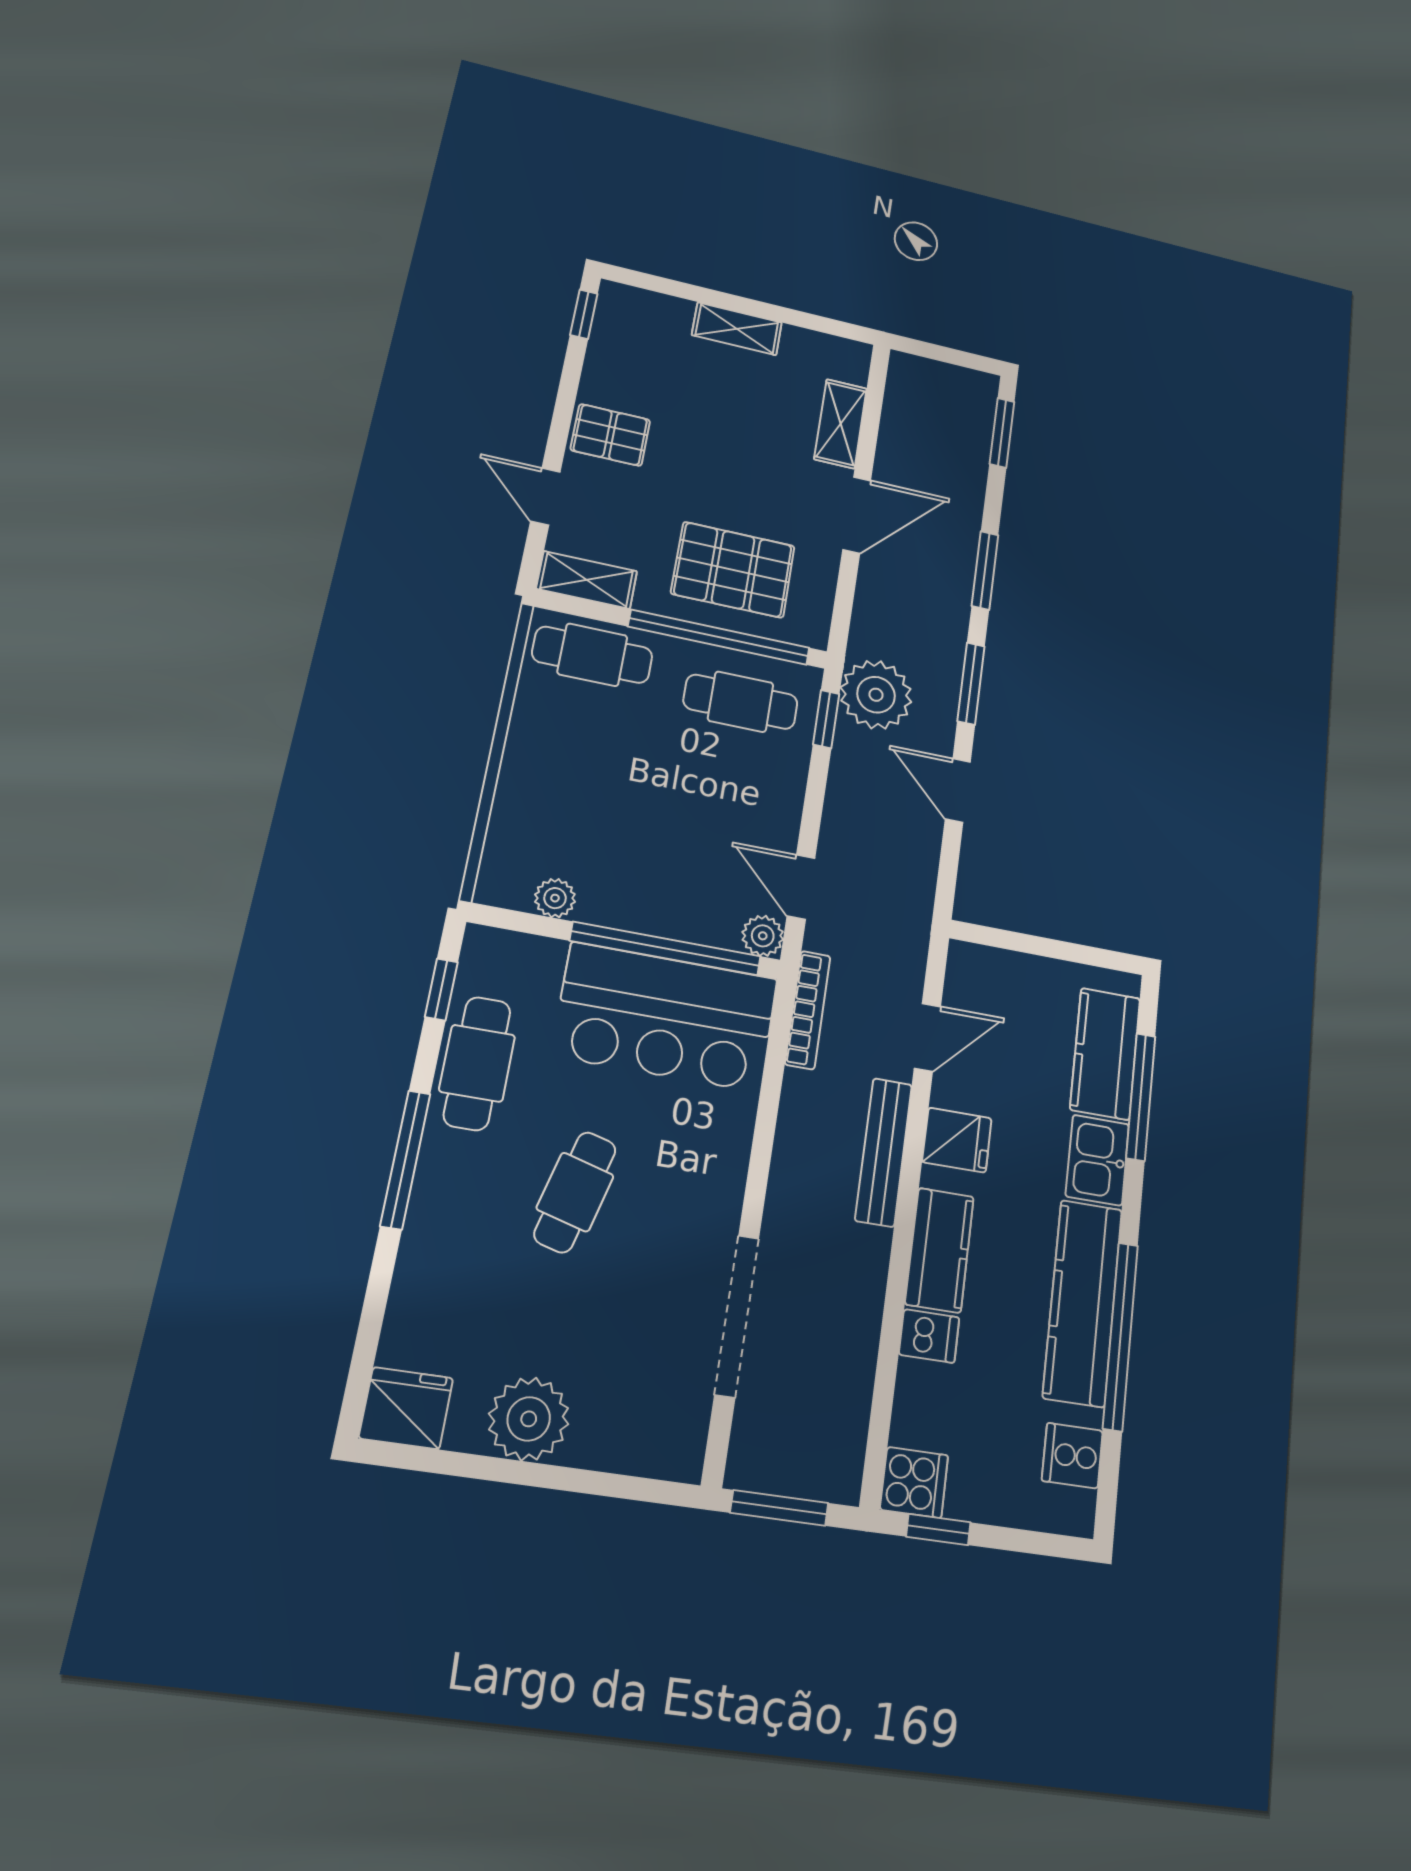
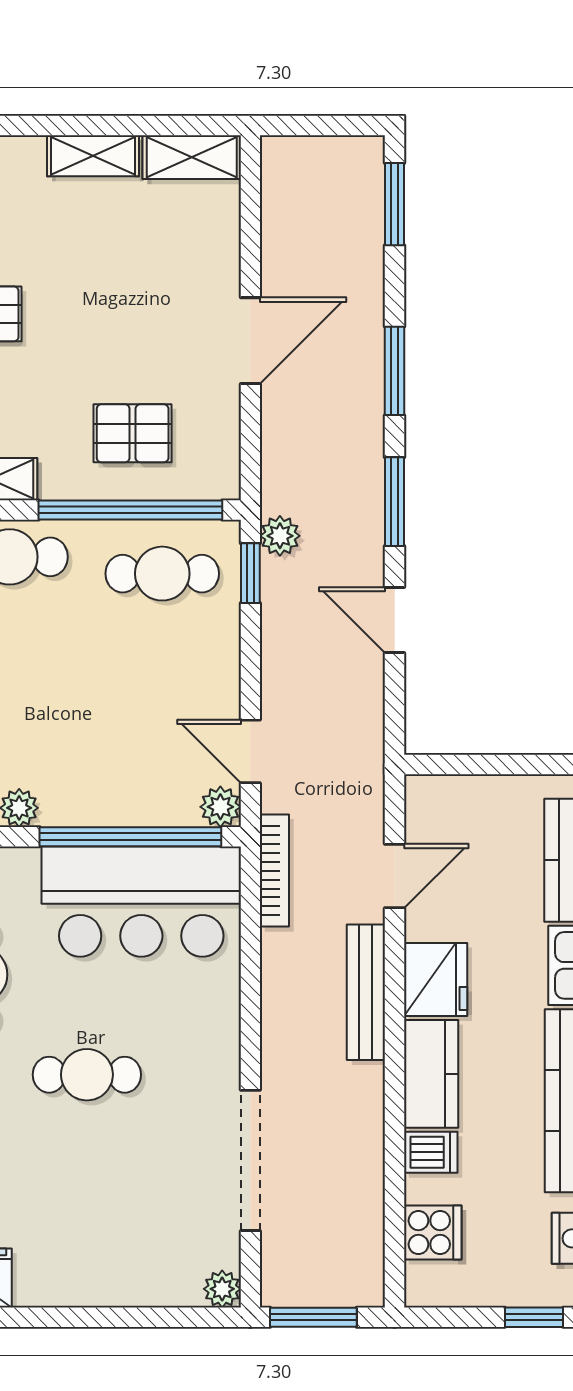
shelving: (841, 424) -> (192, 157), moved, turned 90
pallet: (733, 570) -> (133, 433), width x0.67, depth x0.71
plant: (876, 695) -> (280, 536), width x0.53, depth x0.53
fridge: (957, 1140) -> (436, 979), width x1.38
cafe table: (575, 1192) -> (87, 1075), turned 75
plant: (529, 1419) -> (222, 1289), moved, width x0.53, depth x0.53
cooker: (914, 1482) -> (433, 1233), moved
window: (938, 1530) -> (534, 1317), moved

